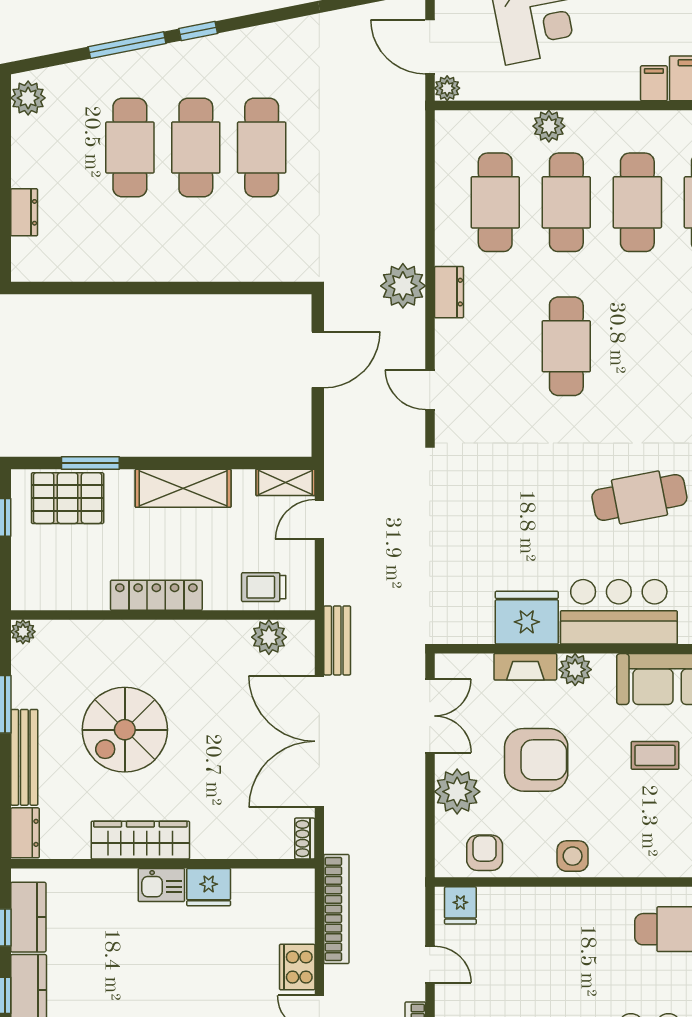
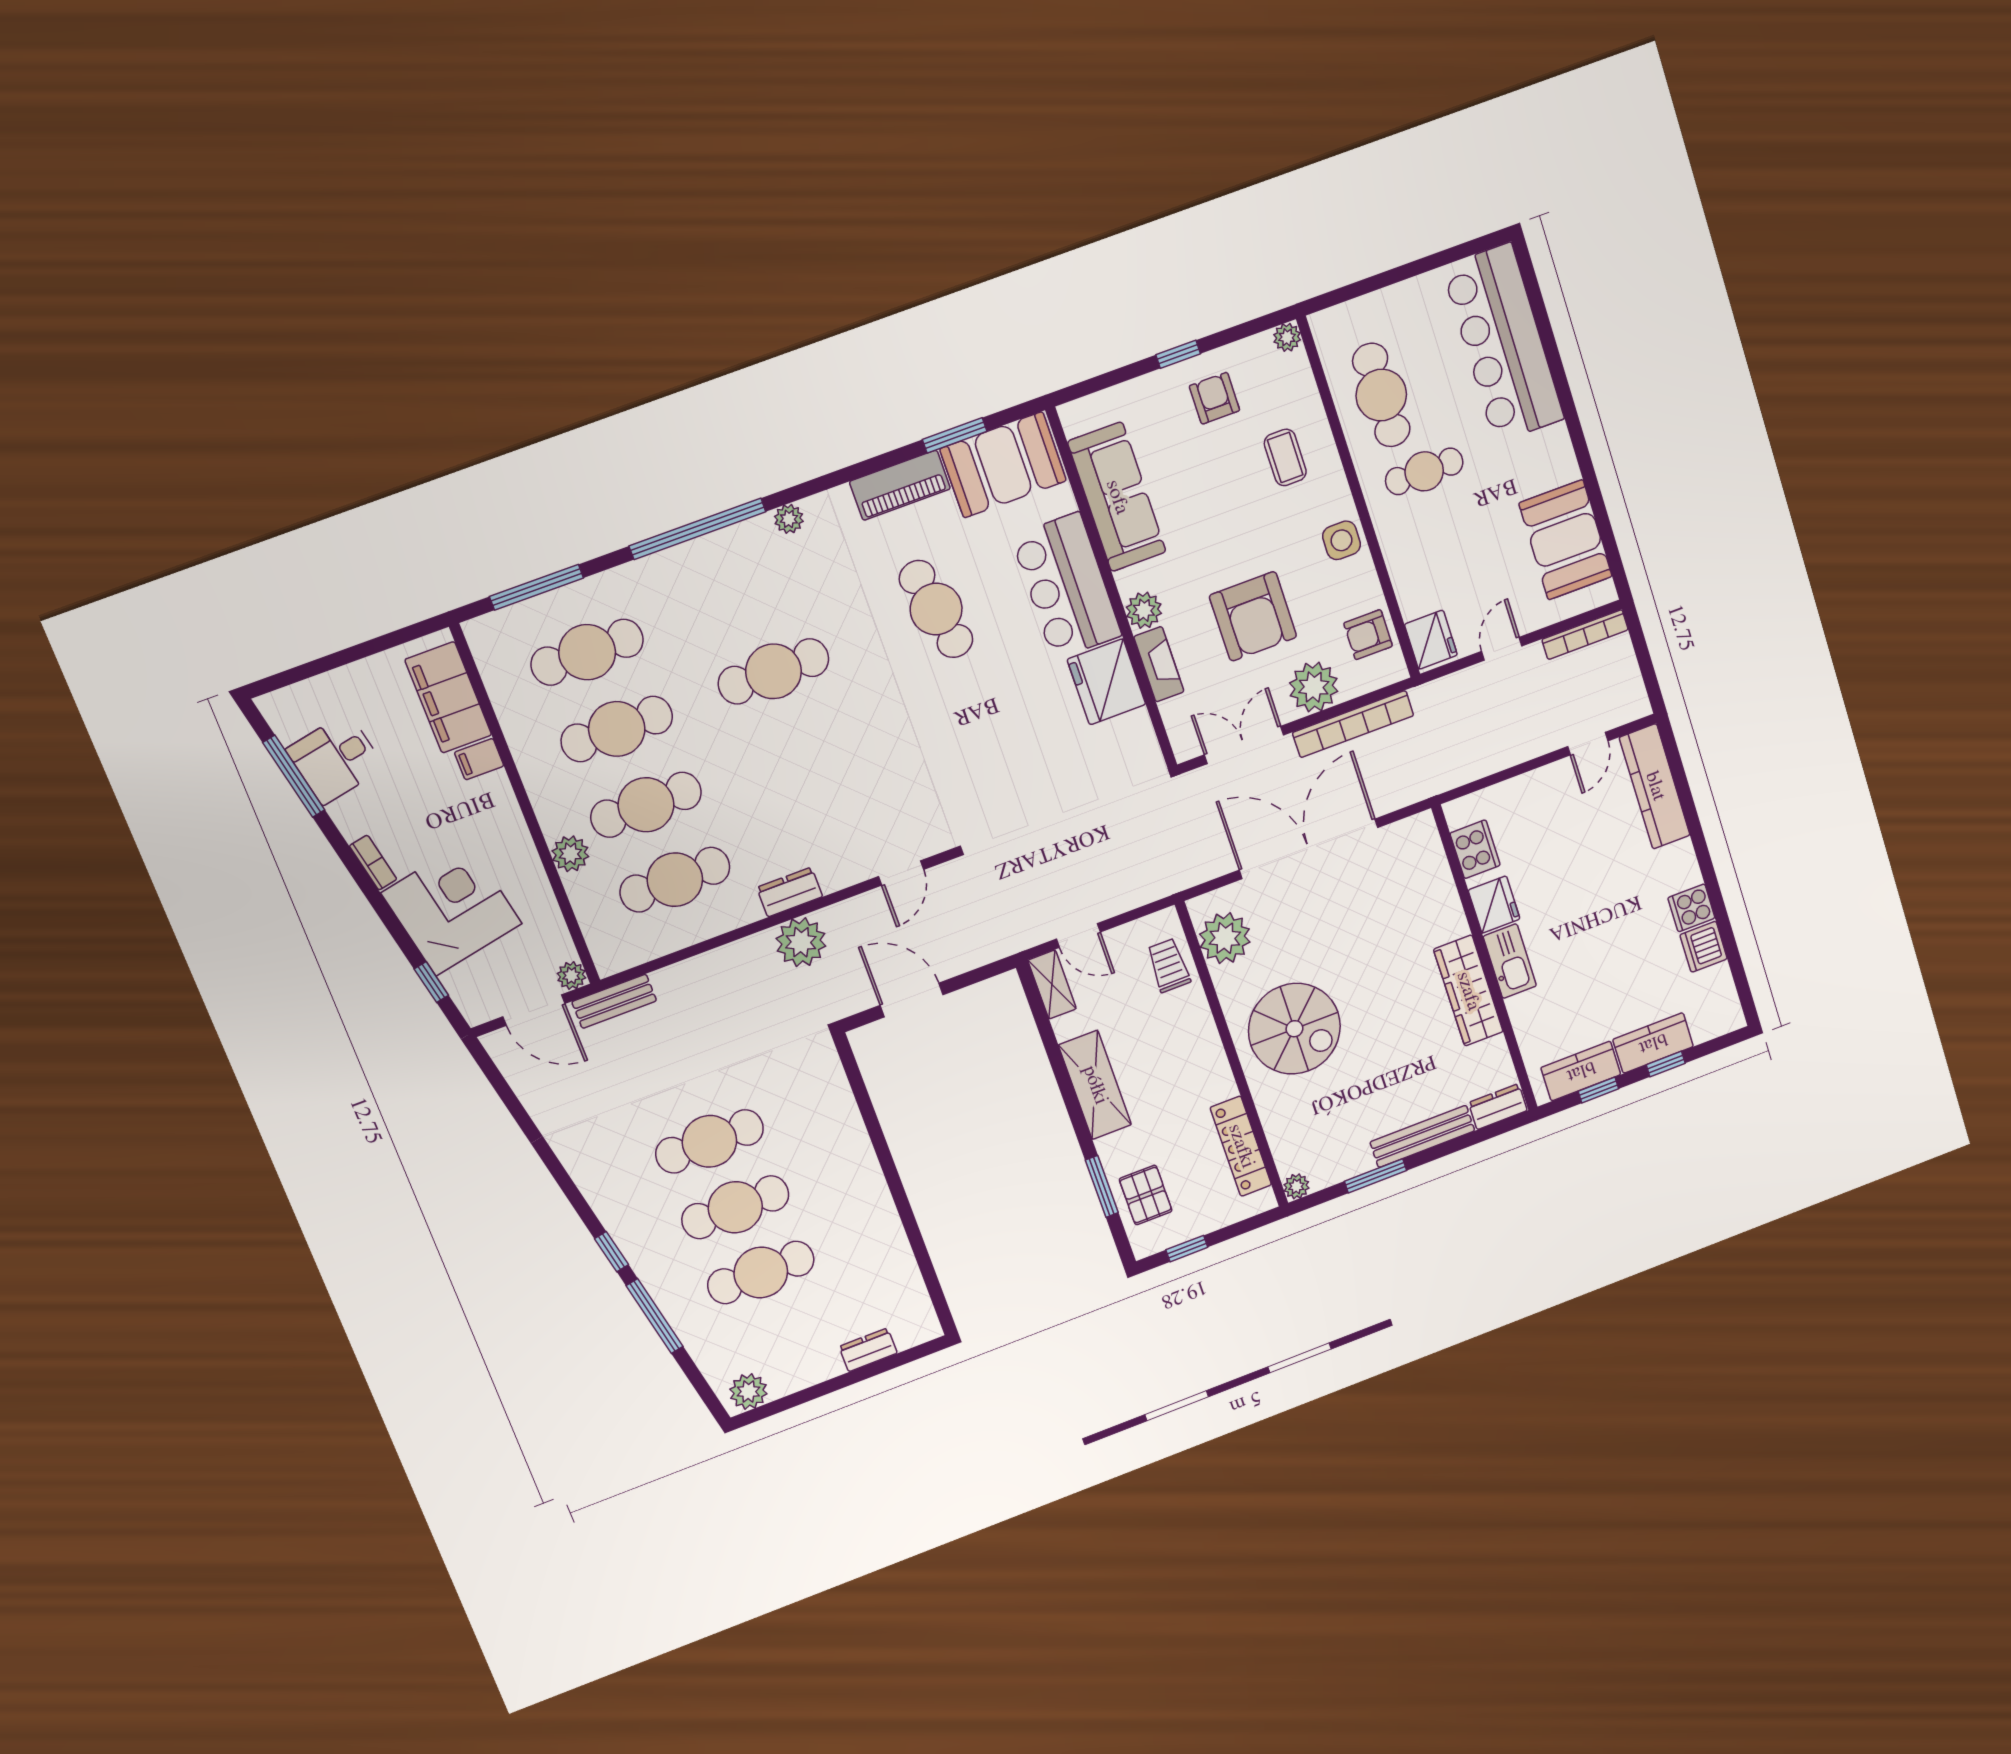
door: (430, 47) -> (534, 1010), hinge flipped
cafe table: (566, 346) -> (773, 671), moved
pallet: (68, 498) -> (1146, 1195), width x0.67, depth x0.71
trolley: (264, 587) -> (1169, 965), turned 180
locker: (156, 595) -> (1241, 1146), moved
plant: (269, 637) -> (1225, 938), width x1.36, depth x1.36
bench: (337, 640) -> (614, 1001), moved
spiral stairs: (125, 730) -> (1294, 1029), moved
double door: (319, 741) -> (1309, 849), swing flipped
coffee table: (655, 755) -> (1285, 457), moved
armchair: (536, 760) -> (1253, 616), turned 180
shoe rack: (305, 839) -> (1413, 826), removed
kitchen sink: (161, 885) -> (1510, 961), width x1.38
fridge: (460, 905) -> (1431, 640), width x1.38
bookcase: (336, 909) -> (1353, 724), moved, turned 180
cafe table: (605, 945) -> (1424, 471), added
cooker: (297, 967) -> (1475, 849), moved, turned -90

